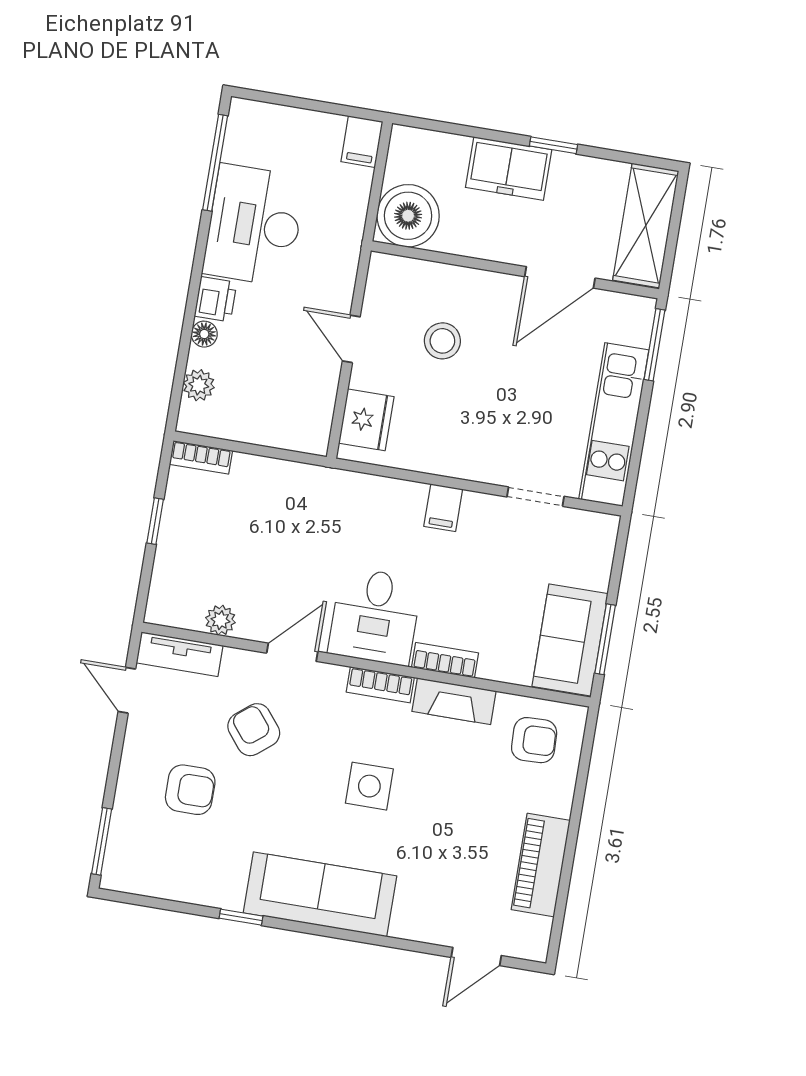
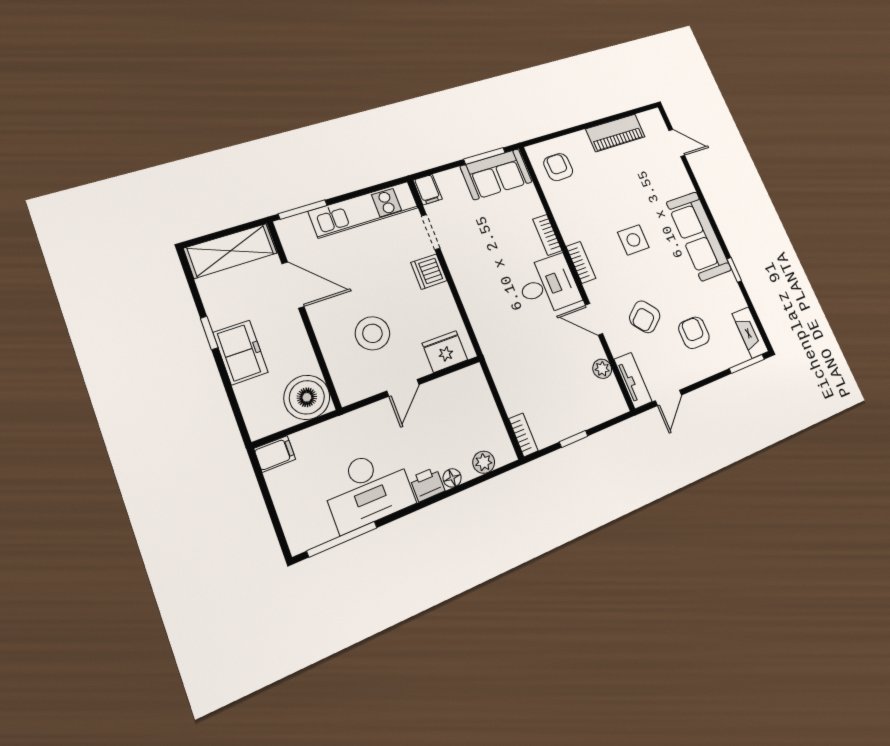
stool: (442, 341) -> (372, 333), width x1.38, depth x1.38
dishwasher: (483, 462) -> (429, 272), added
filing cabinet: (443, 508) -> (428, 190), moved, turned 90
fireplace: (454, 701) -> (750, 332), moved, turned 180

